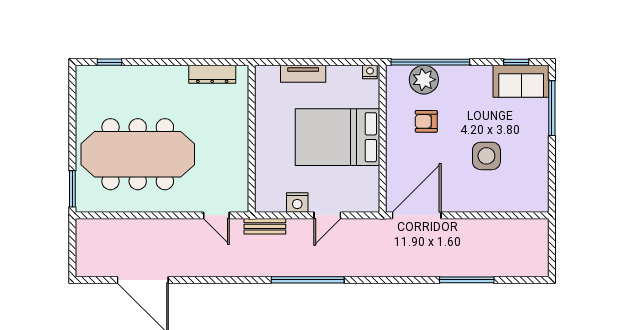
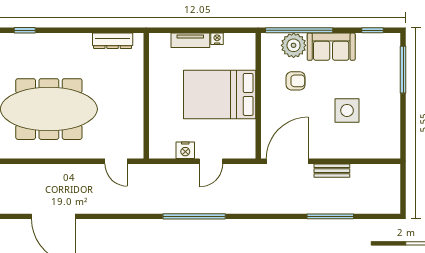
nightstand: (370, 72) -> (217, 39), moved
sofa: (521, 81) -> (331, 47), moved
armchair: (426, 121) -> (296, 81), turned 180
bench: (265, 226) -> (332, 171), moved

